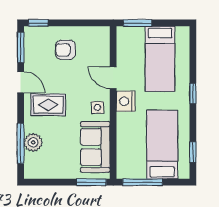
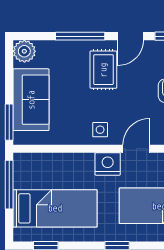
plant: (33, 142) -> (24, 51), moved
window: (21, 143) -> (80, 36), moved
sofa: (95, 147) -> (31, 100), moved, turned 90

